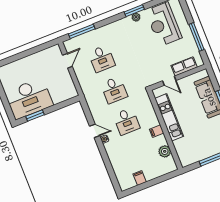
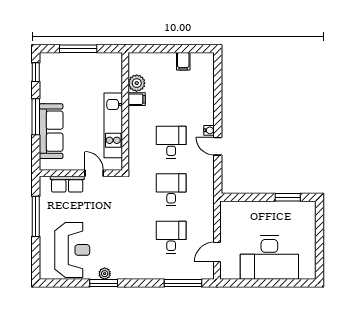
desk: (29, 98) -> (269, 258), moved, turned 180
filing cabinet: (157, 131) -> (137, 99), moved

